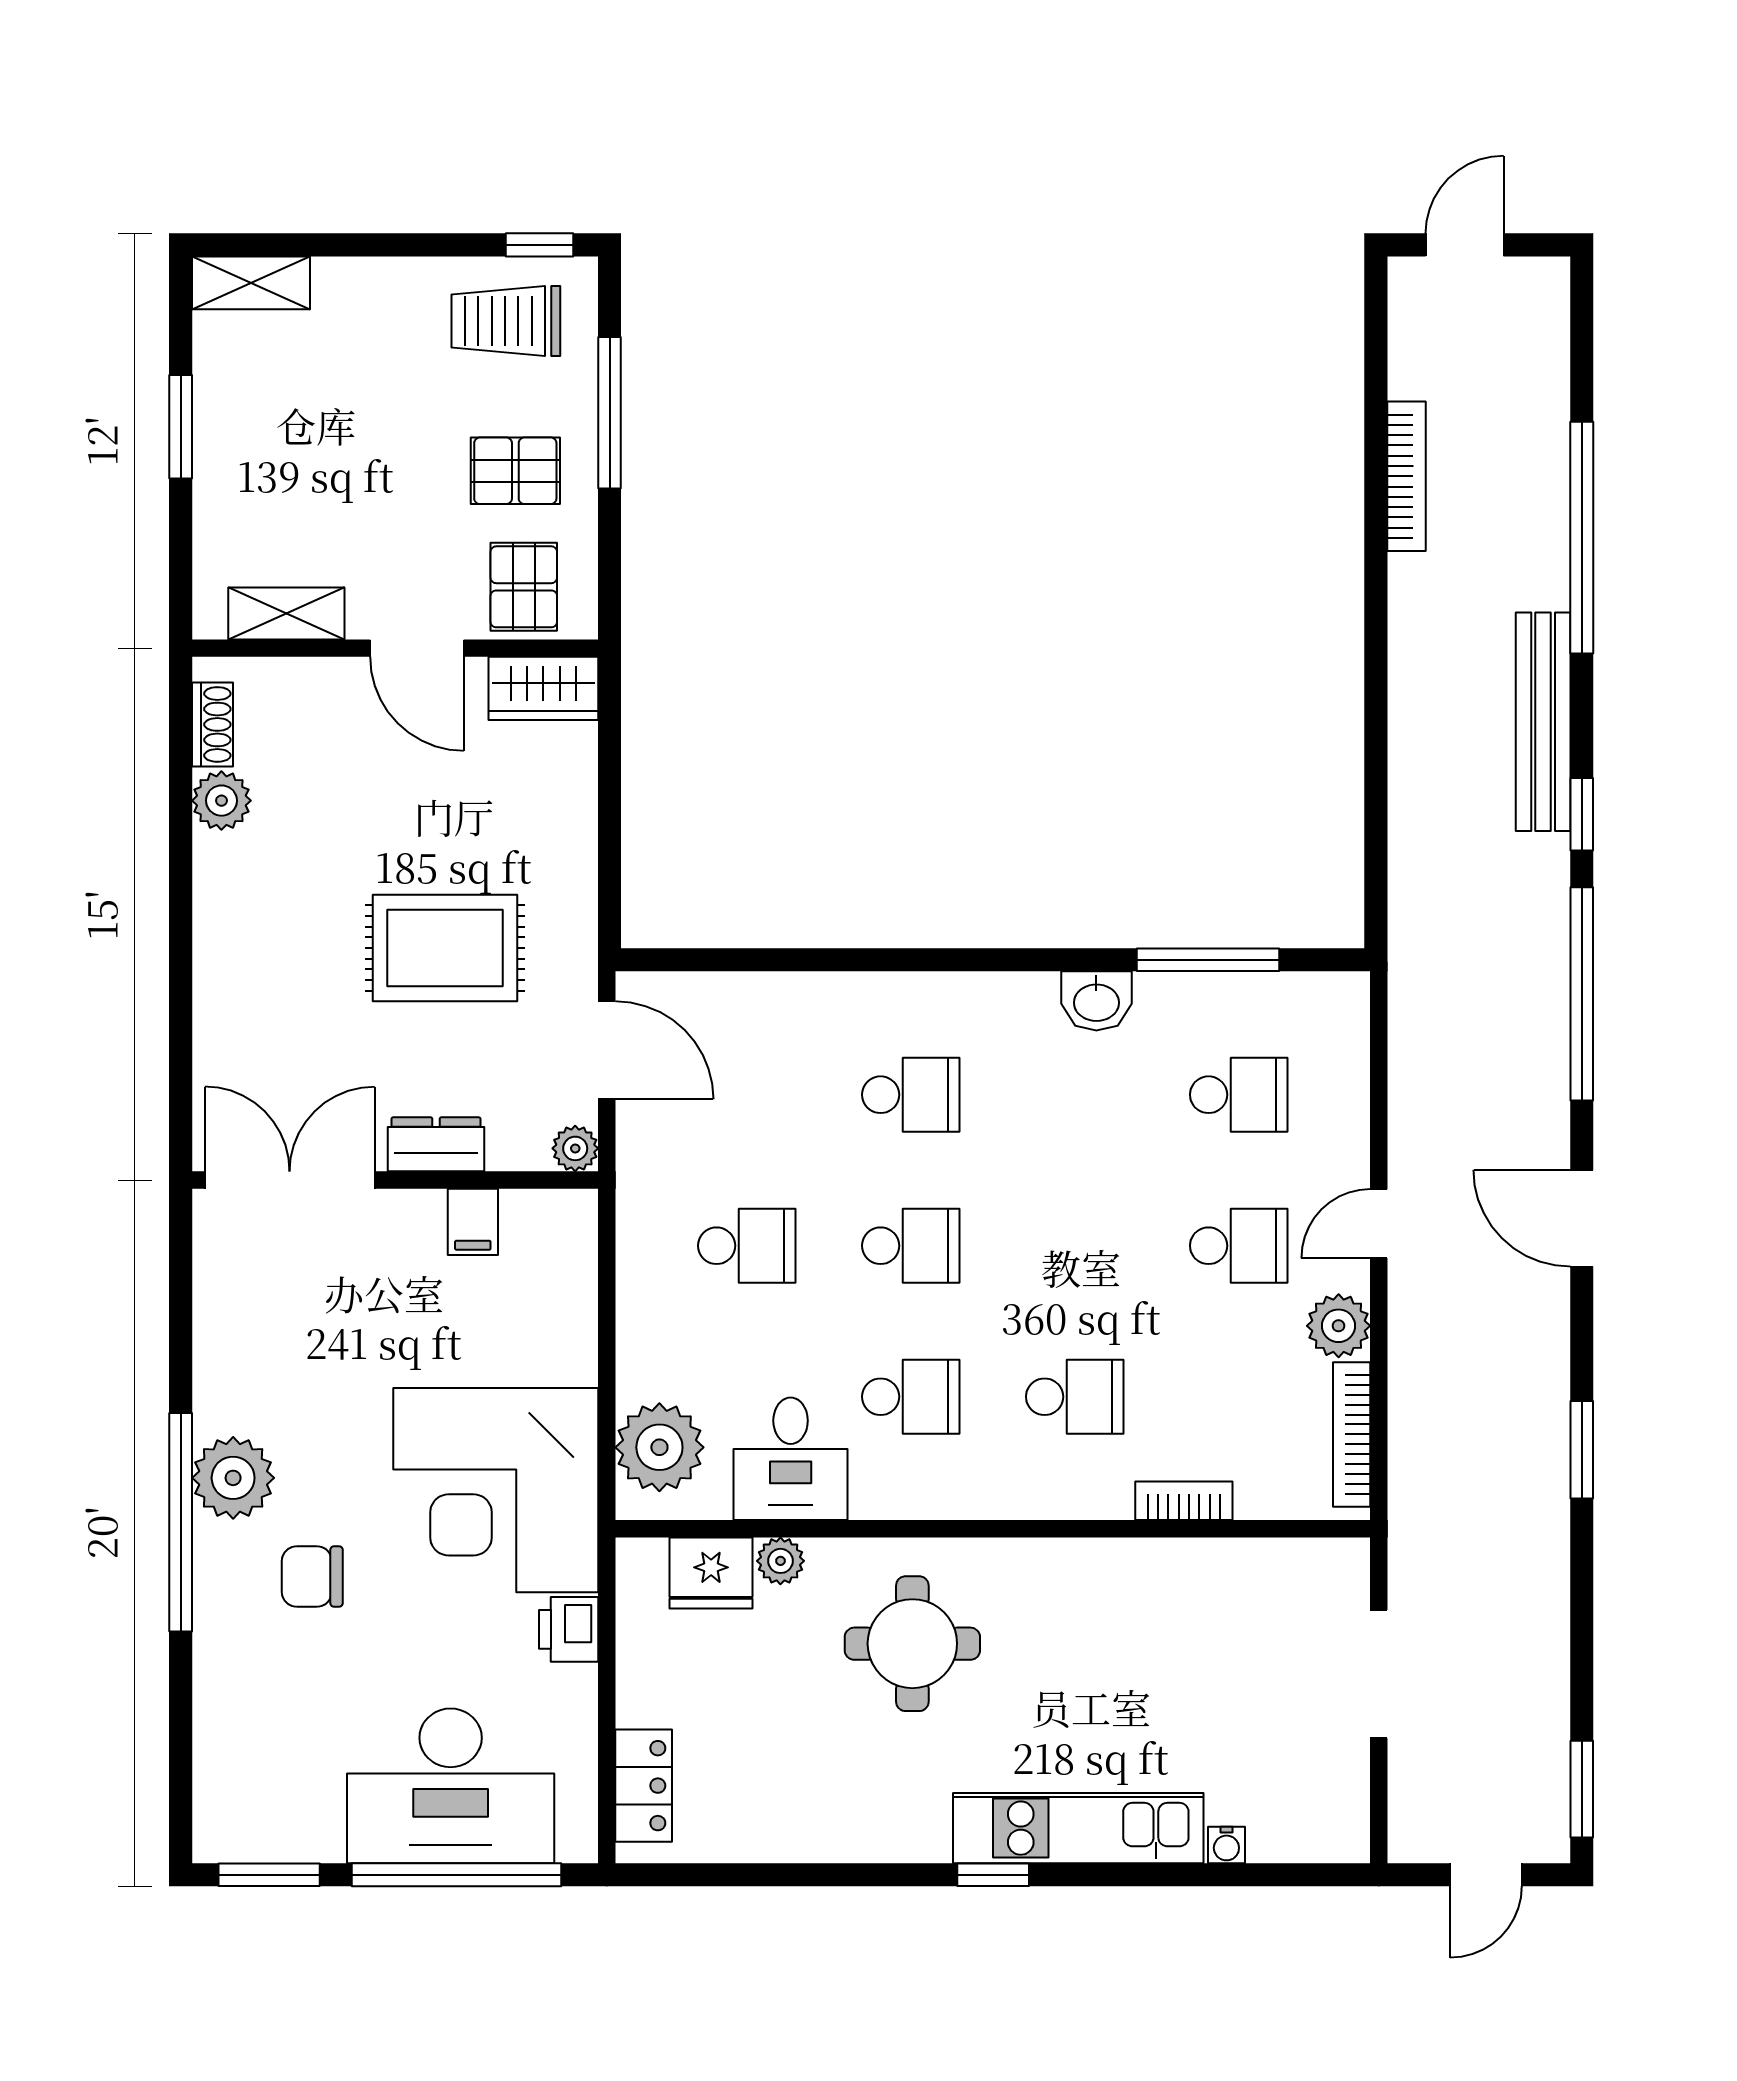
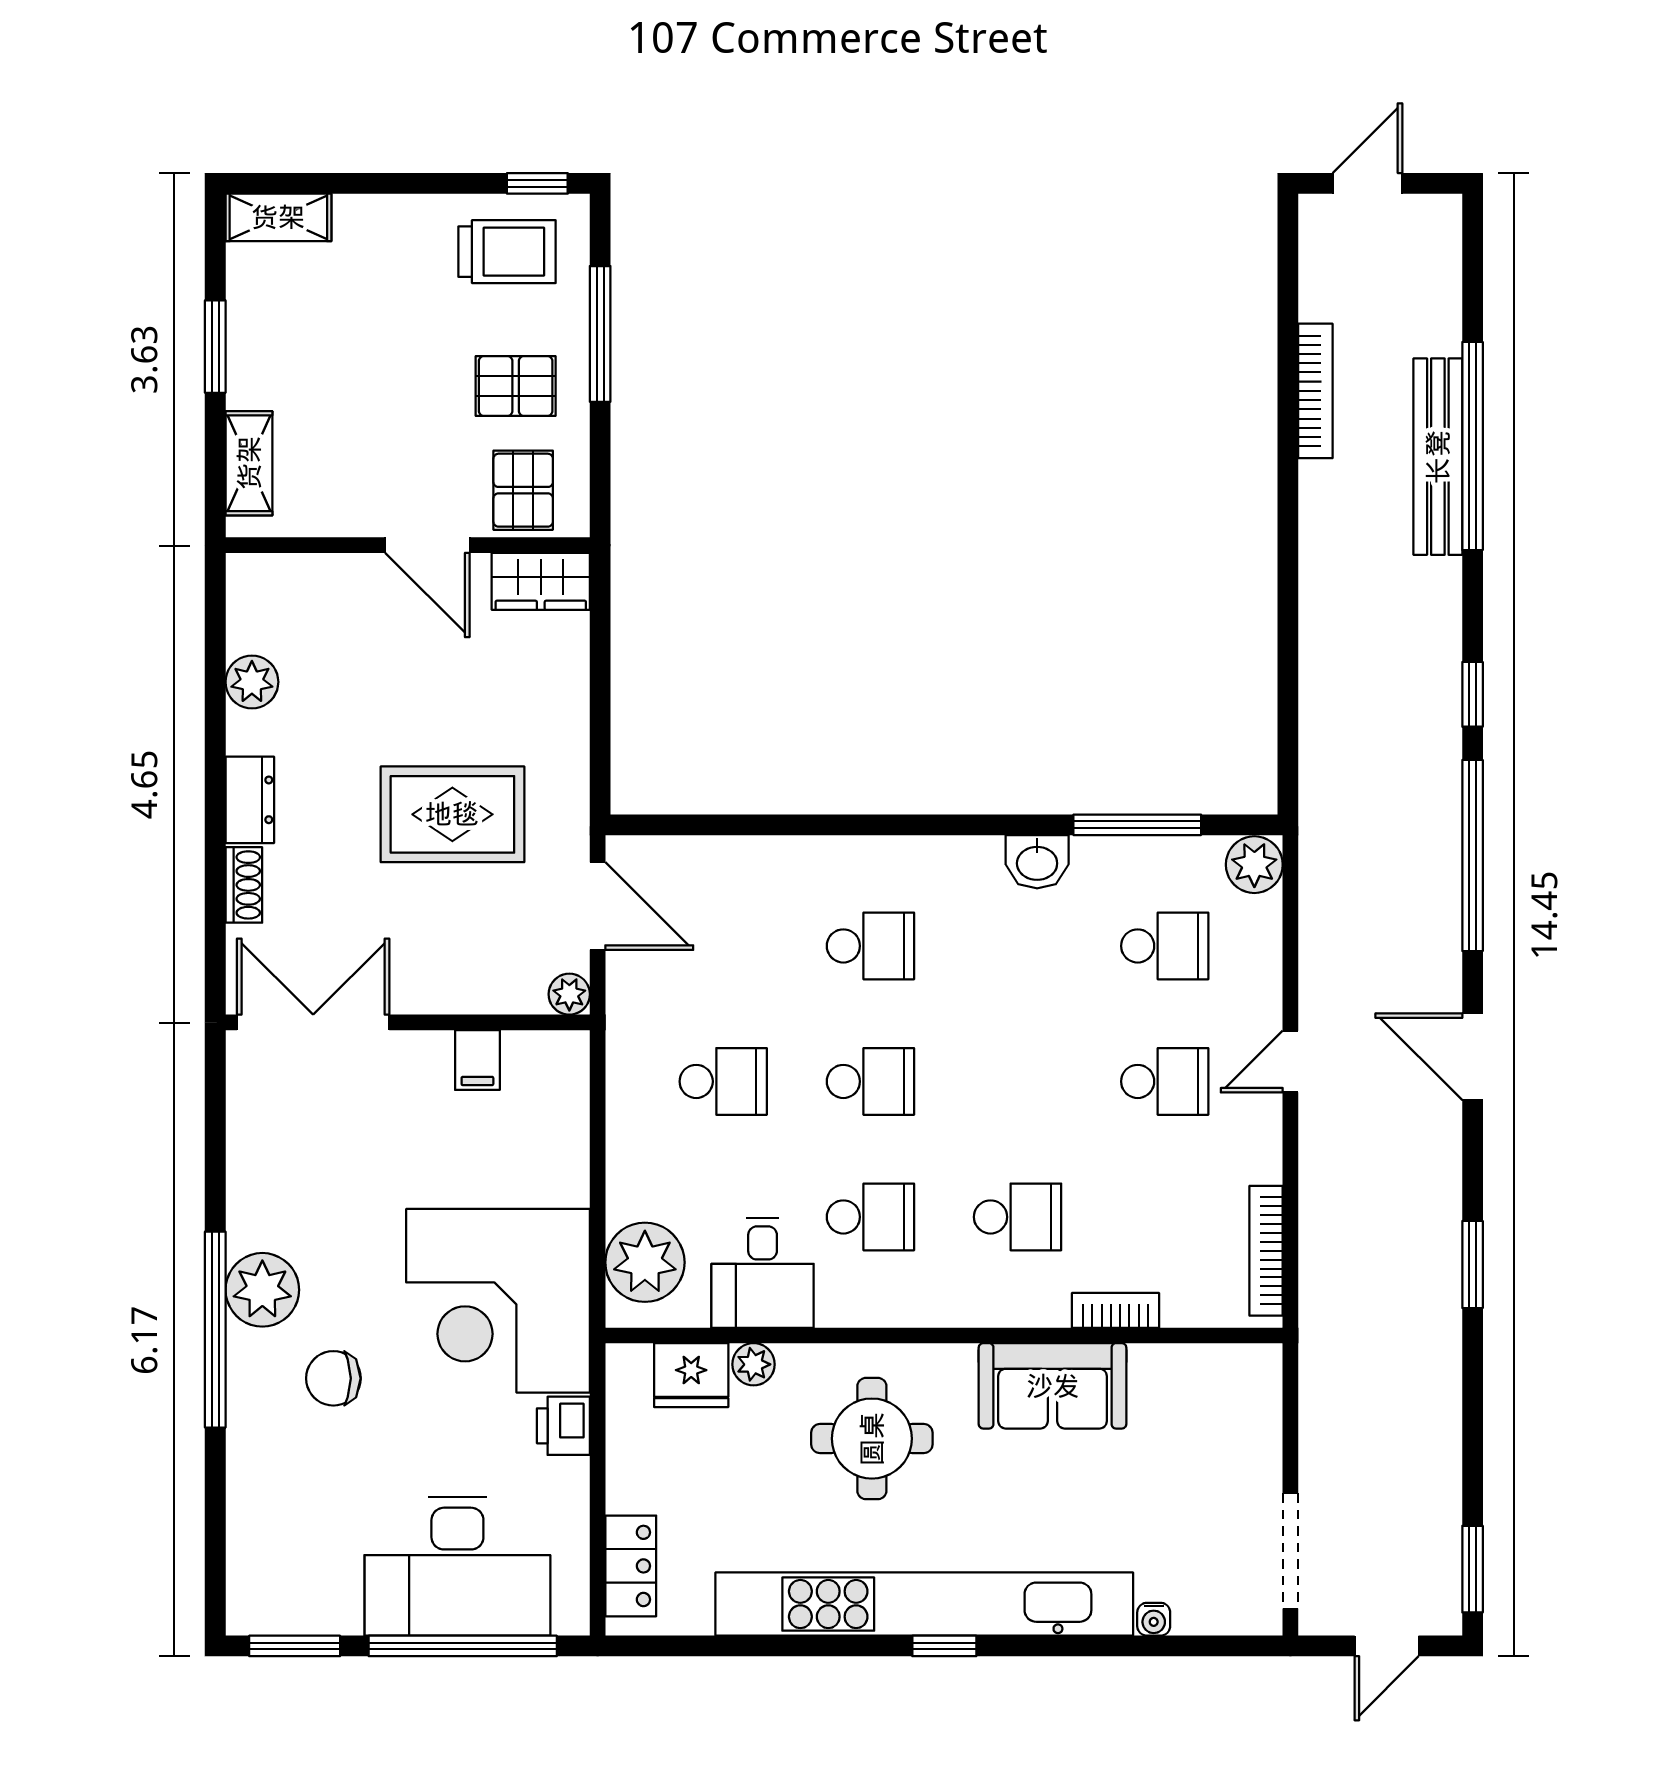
trolley: (506, 321) -> (507, 252), turned 180
shelving: (286, 613) -> (249, 463), moved, turned 90
bench: (1543, 722) -> (1438, 457), moved
shoe rack: (212, 724) -> (244, 885), moved
dresser: (436, 1144) -> (250, 800), moved, turned 90
plant: (1339, 1326) -> (1254, 865), moved
sofa: (1114, 1585) -> (1053, 1386), added
doorway: (1379, 1674) -> (1290, 1551), moved
kitchen unit: (1078, 1828) -> (924, 1604), width x1.86

